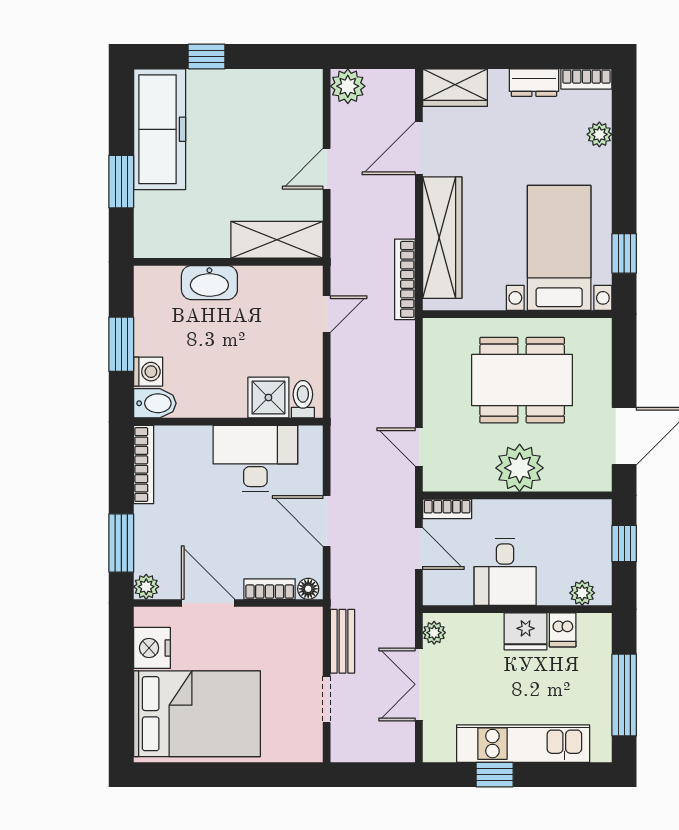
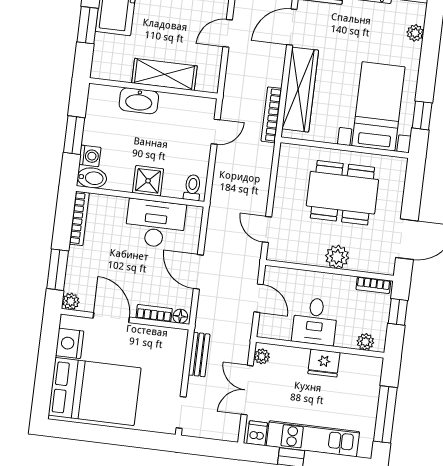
shelving: (277, 240) -> (164, 74), moved
shower: (268, 398) -> (148, 181), moved
plant: (520, 468) -> (337, 257), width x0.73, depth x0.73
bookcase: (447, 509) -> (373, 285), moved
dishwasher: (563, 630) -> (257, 433), moved, turned 180
doorway: (327, 699) -> (181, 412), moved

